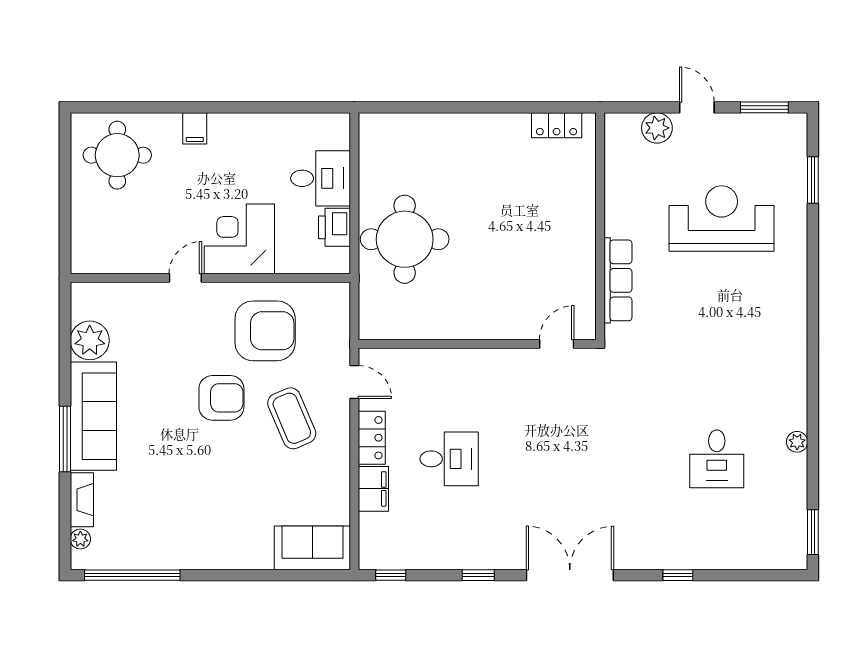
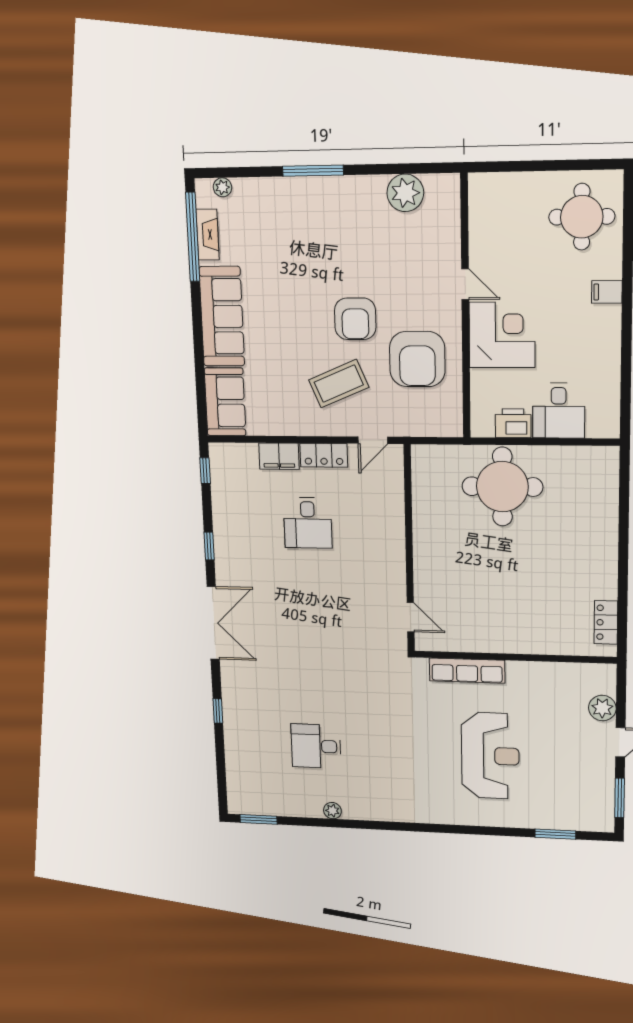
reception desk: (722, 219) -> (490, 756), moved
sofa: (93, 416) -> (222, 316), moved, turned -90
fireplace: (82, 500) -> (208, 235), moved, turned -90

